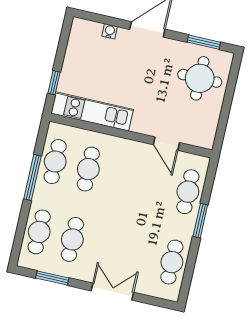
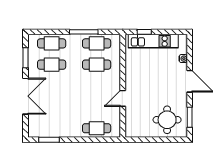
kitchen unit: (92, 111) -> (153, 41), moved, turned 90
door: (166, 144) -> (123, 98), moved
window: (200, 221) -> (49, 140), moved
cafe table: (172, 262) -> (52, 128), removed
double door: (112, 292) -> (25, 96), width x1.37

